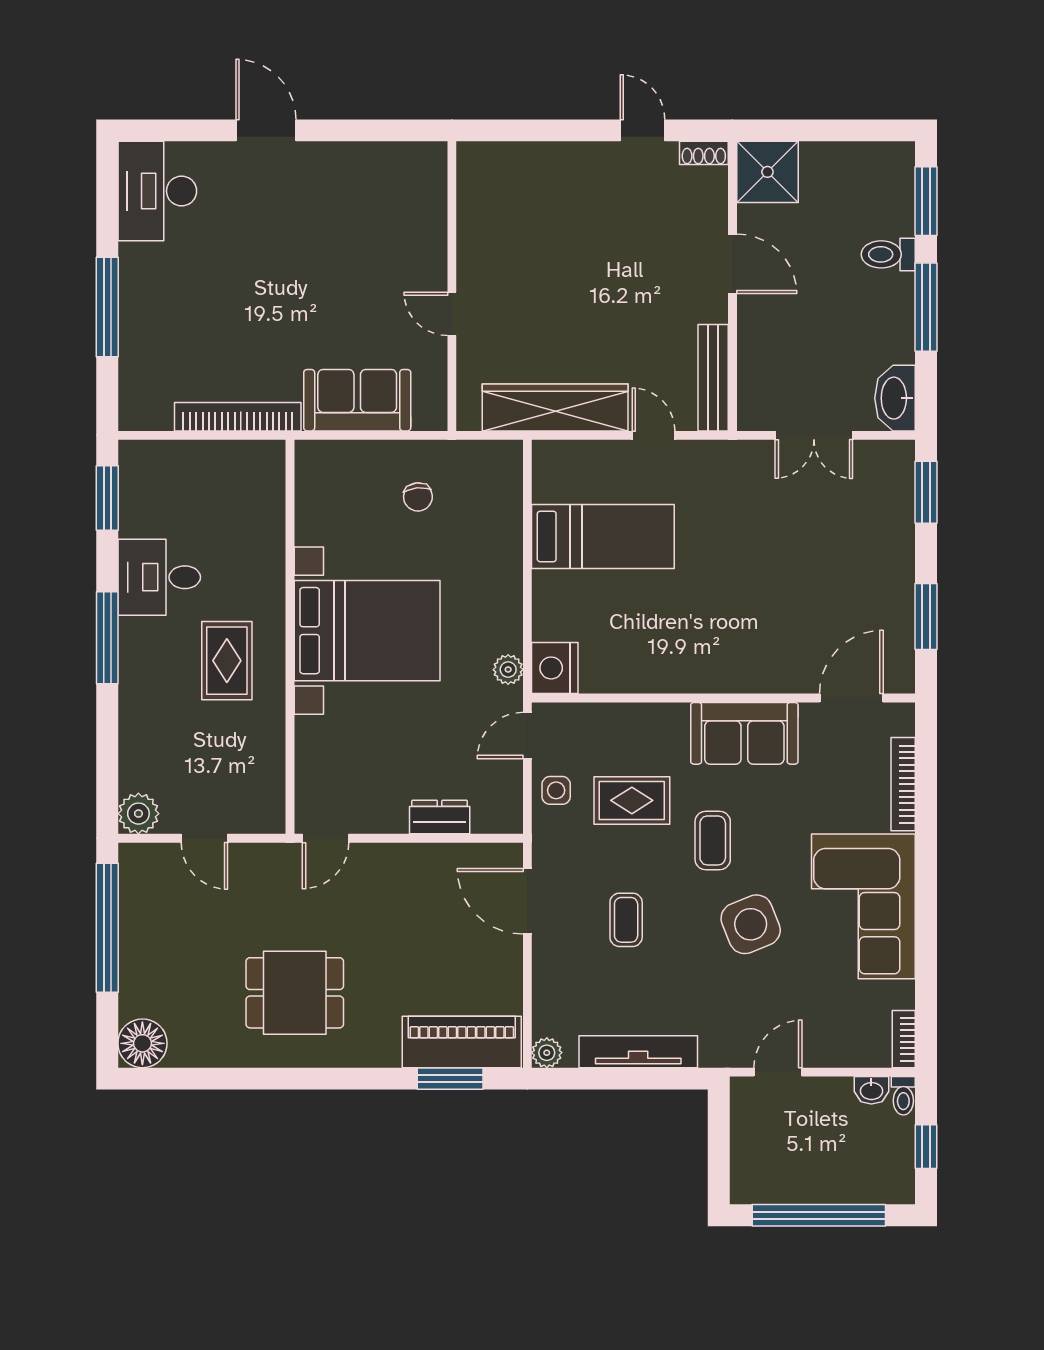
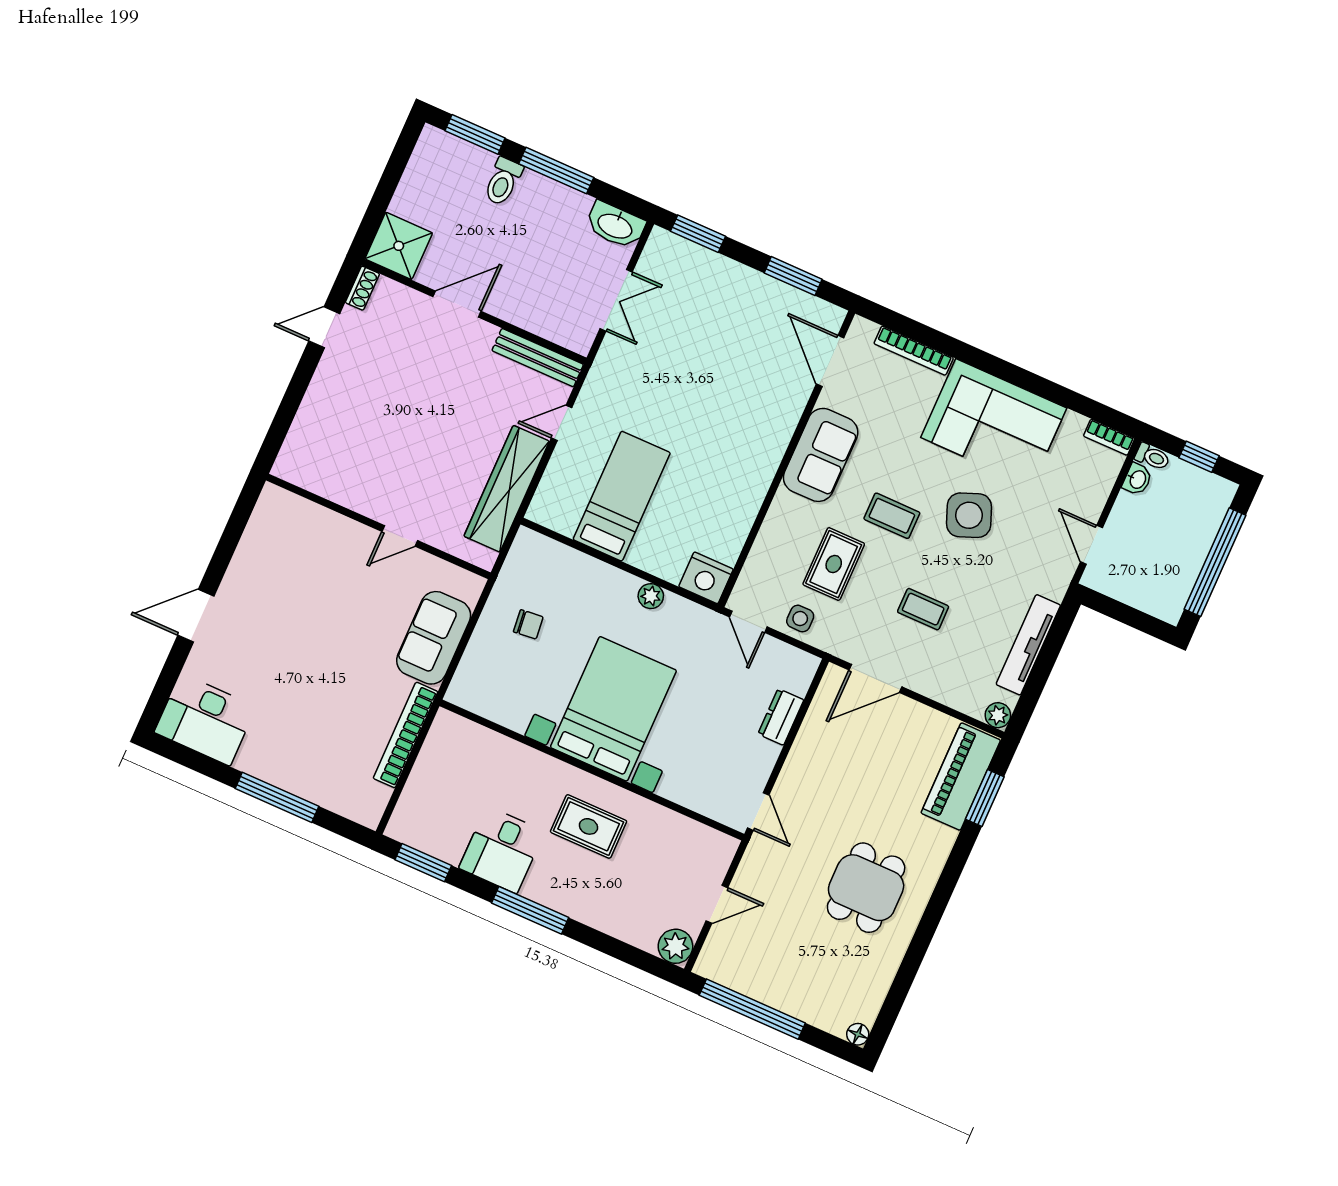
plant: (508, 670) -> (651, 596), moved
floor lamp: (142, 1043) -> (858, 1034), width x0.53, depth x0.53

